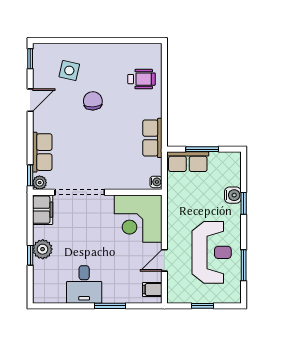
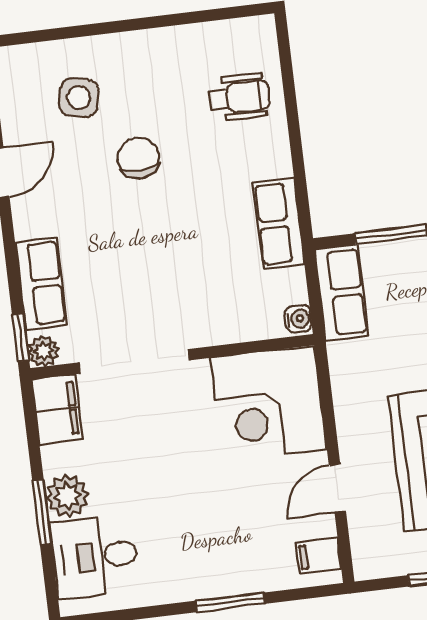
row of seats: (188, 162) -> (342, 293), moved, turned -90
window: (30, 255) -> (42, 513), width x1.50
desk: (84, 284) -> (95, 557), moved, turned 90

